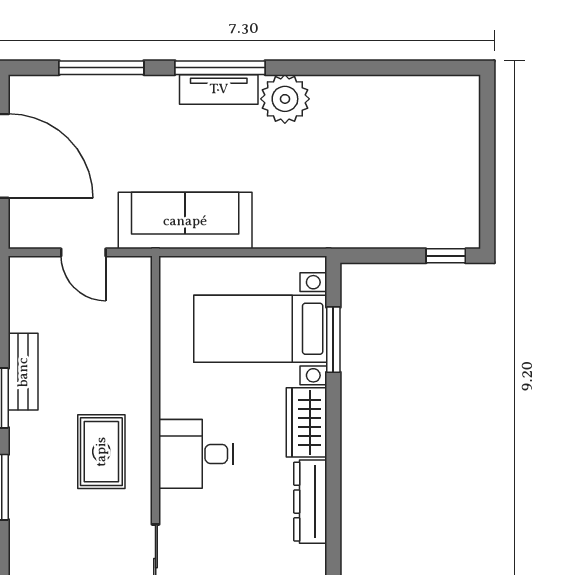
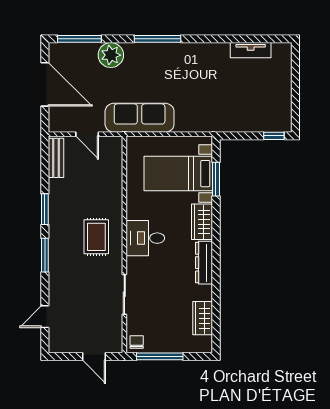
window: (101, 68) -> (79, 39), moved
tv unit: (219, 89) -> (251, 50), moved
plant: (285, 99) -> (111, 55), moved
bench: (23, 372) -> (56, 158), moved

